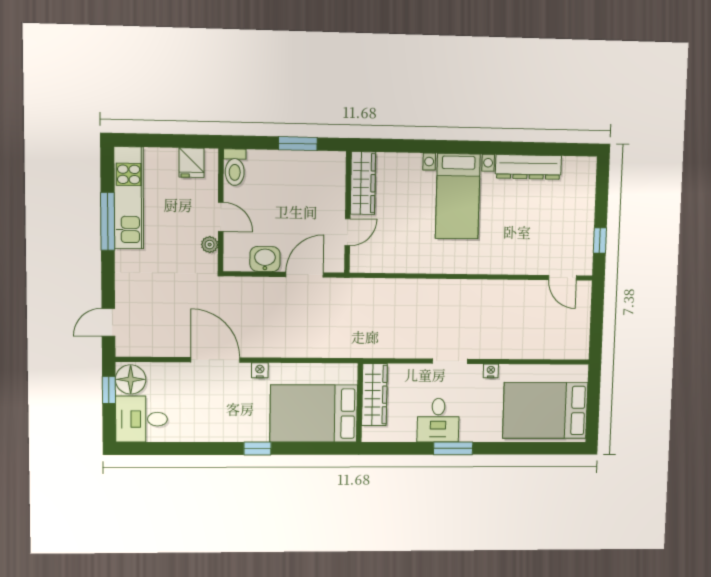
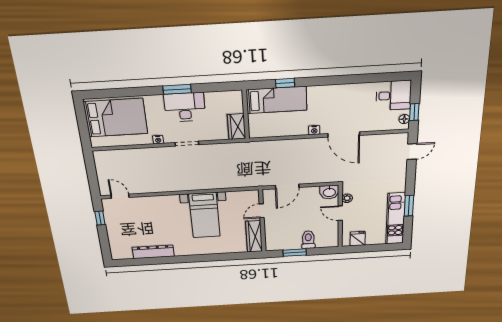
toilet: (235, 167) -> (308, 240), moved
bed with nightstands: (458, 196) -> (205, 215), moved, turned 180
window: (108, 222) -> (409, 206), width x0.69
washbasin: (265, 259) -> (329, 192), moved
floor lamp: (131, 379) -> (404, 119), width x0.53, depth x0.53
wardrobe: (374, 395) -> (236, 127), width x0.67
bed: (314, 414) -> (277, 100), width x0.67
desk: (438, 420) -> (185, 107), width x1.37
window: (257, 448) -> (285, 83), moved

